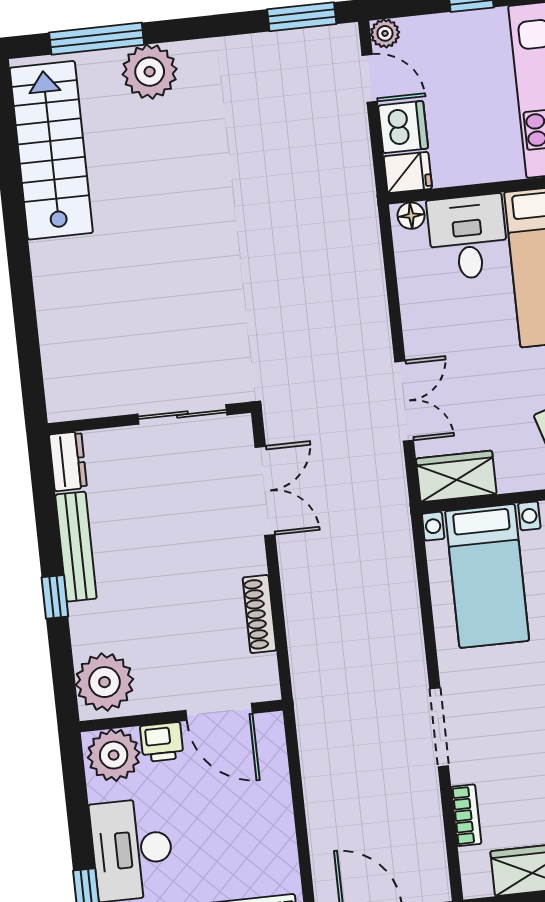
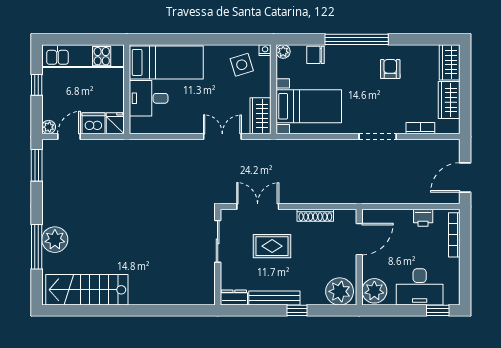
window: (97, 39) -> (37, 247), moved
floor lamp: (411, 216) -> (136, 124), removed
rug: (185, 530) -> (272, 246), added
printer: (162, 742) -> (423, 218), moved, turned 90

